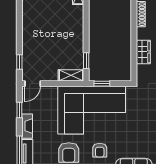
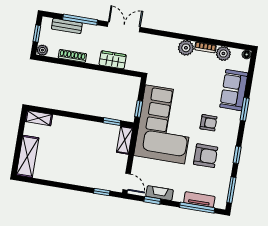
fireplace: (27, 126) -> (160, 193), moved

